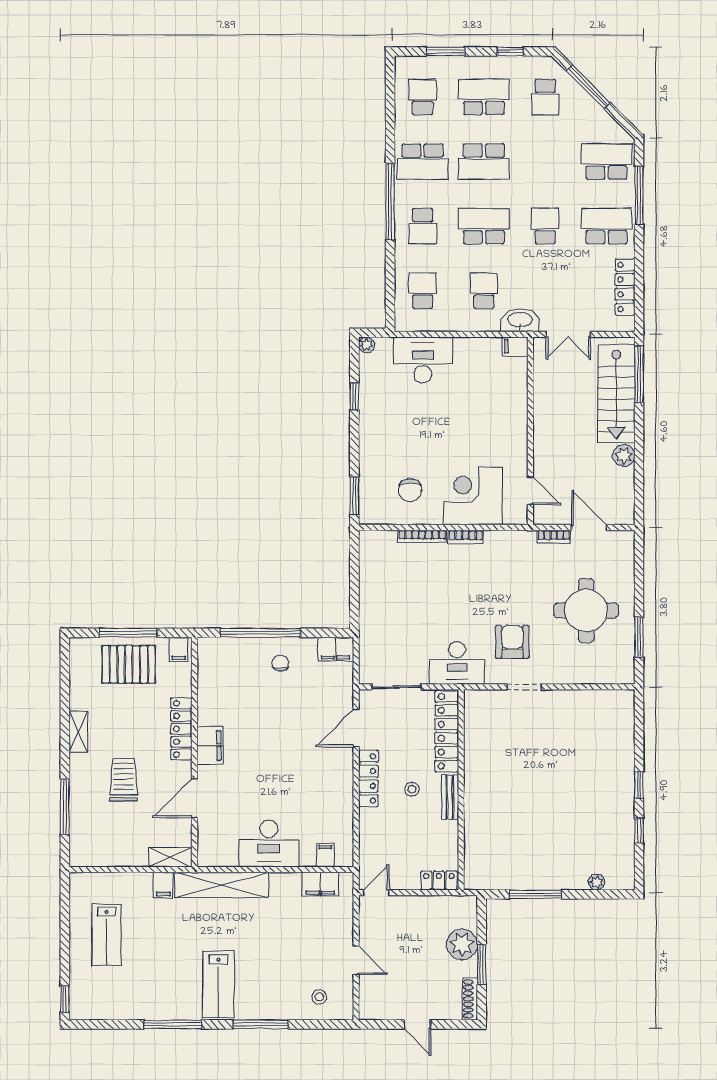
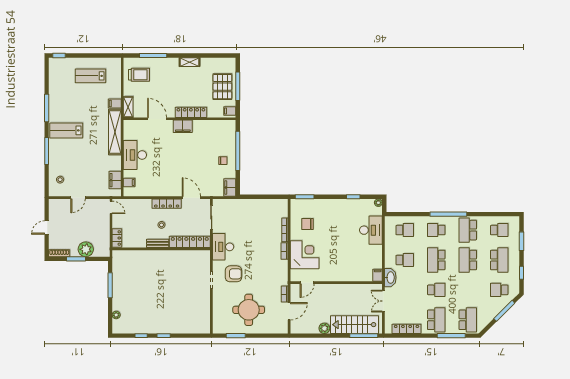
school desk: (484, 226) -> (436, 260), turned 180
trolley: (124, 780) -> (139, 75), moved

